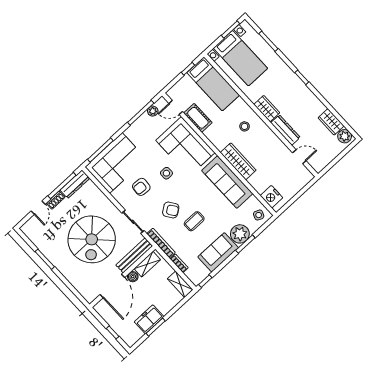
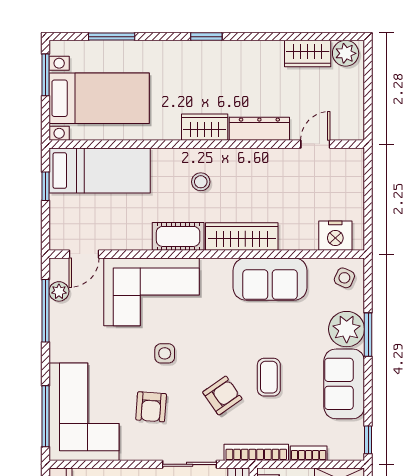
cot: (198, 118) -> (178, 236), moved
sofa: (227, 182) -> (270, 279), width x0.73

